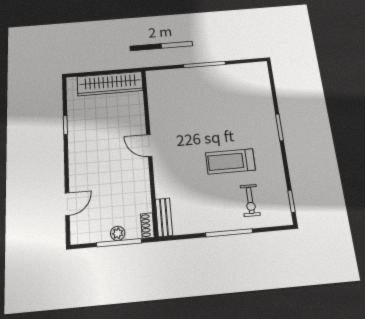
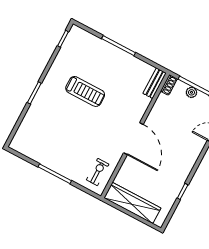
door: (149, 145) -> (133, 139), width x1.88
exercise bike: (250, 200) -> (98, 172), moved

